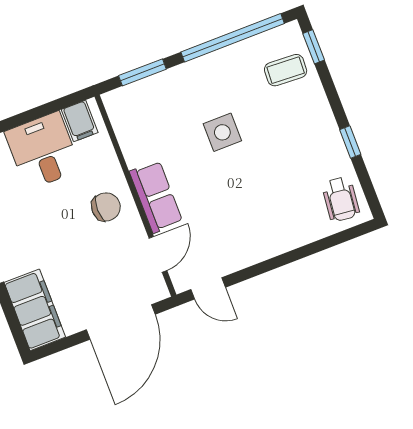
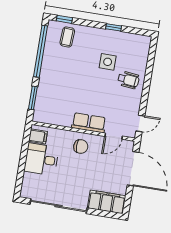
side table: (222, 132) -> (108, 62), moved
wheelchair: (341, 199) -> (128, 80), moved
chair: (106, 207) -> (81, 146), turned 90
door: (158, 254) -> (114, 136), swing flipped

